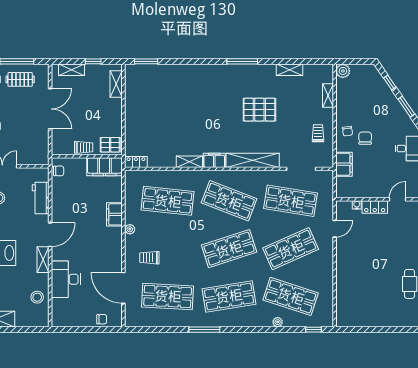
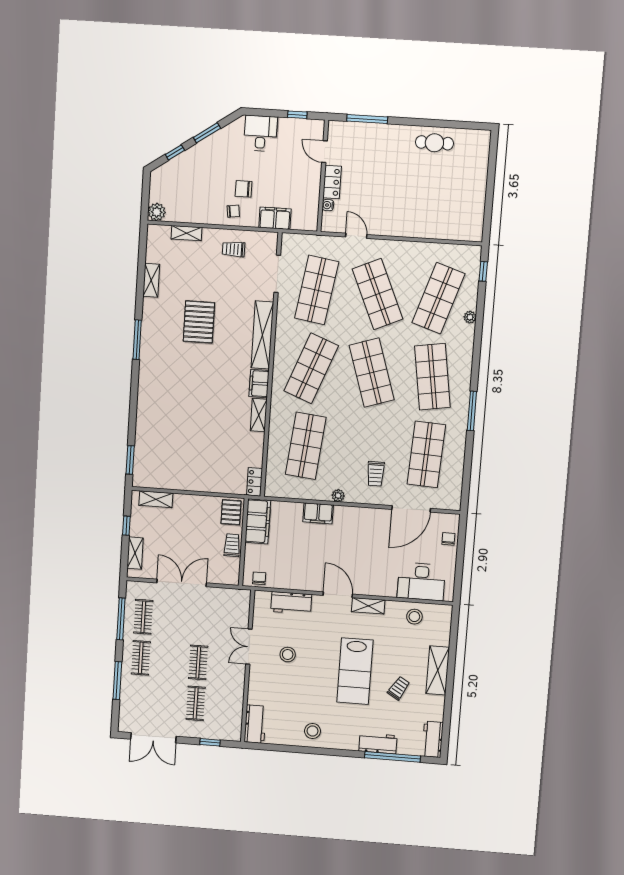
desk: (66, 279) -> (421, 582), moved

